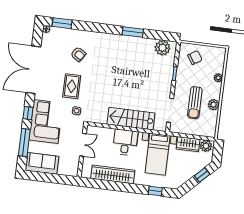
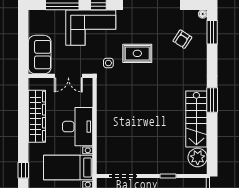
window: (133, 32) -> (212, 100), moved
armchair: (78, 54) -> (182, 39), moved
stairs: (131, 119) -> (196, 119), moved, turned 180
desk: (125, 142) -> (78, 127), width x1.37
sofa: (42, 163) -> (40, 55), moved

